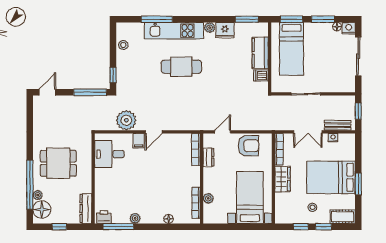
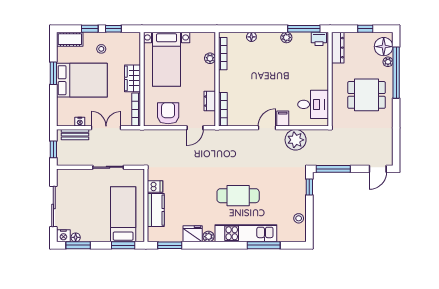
window: (323, 19) -> (78, 245), moved
armchair: (248, 146) -> (168, 113), turned 90

